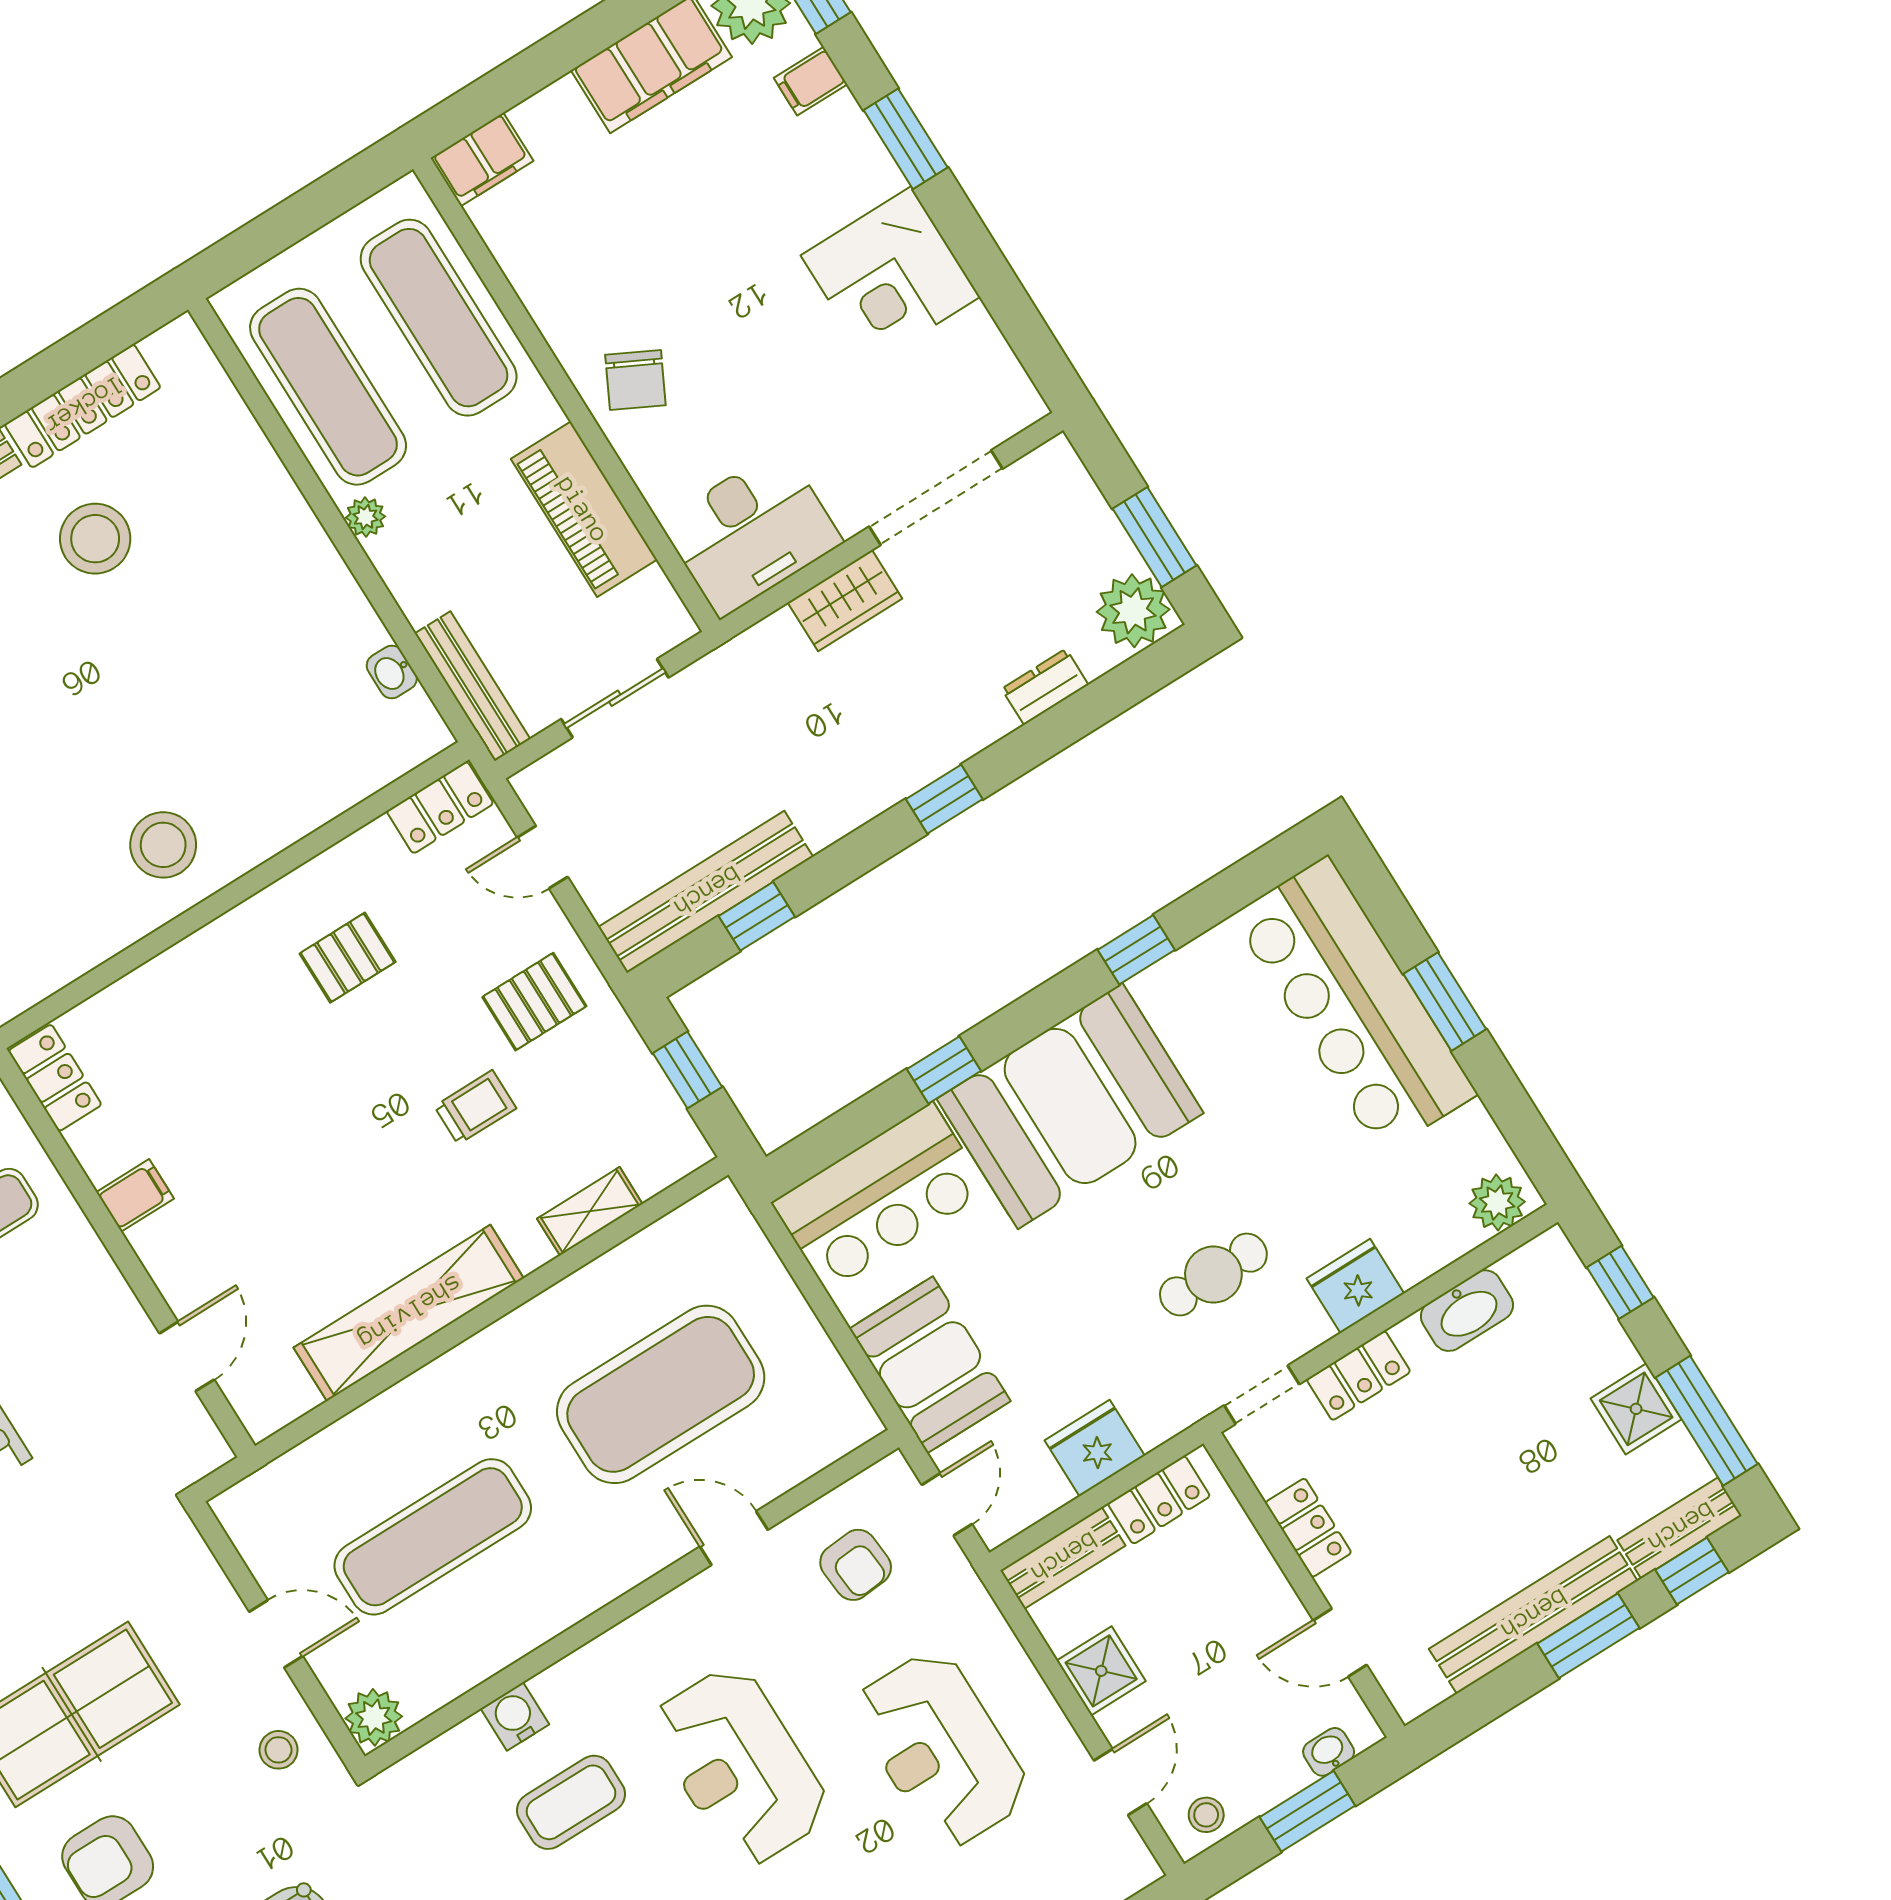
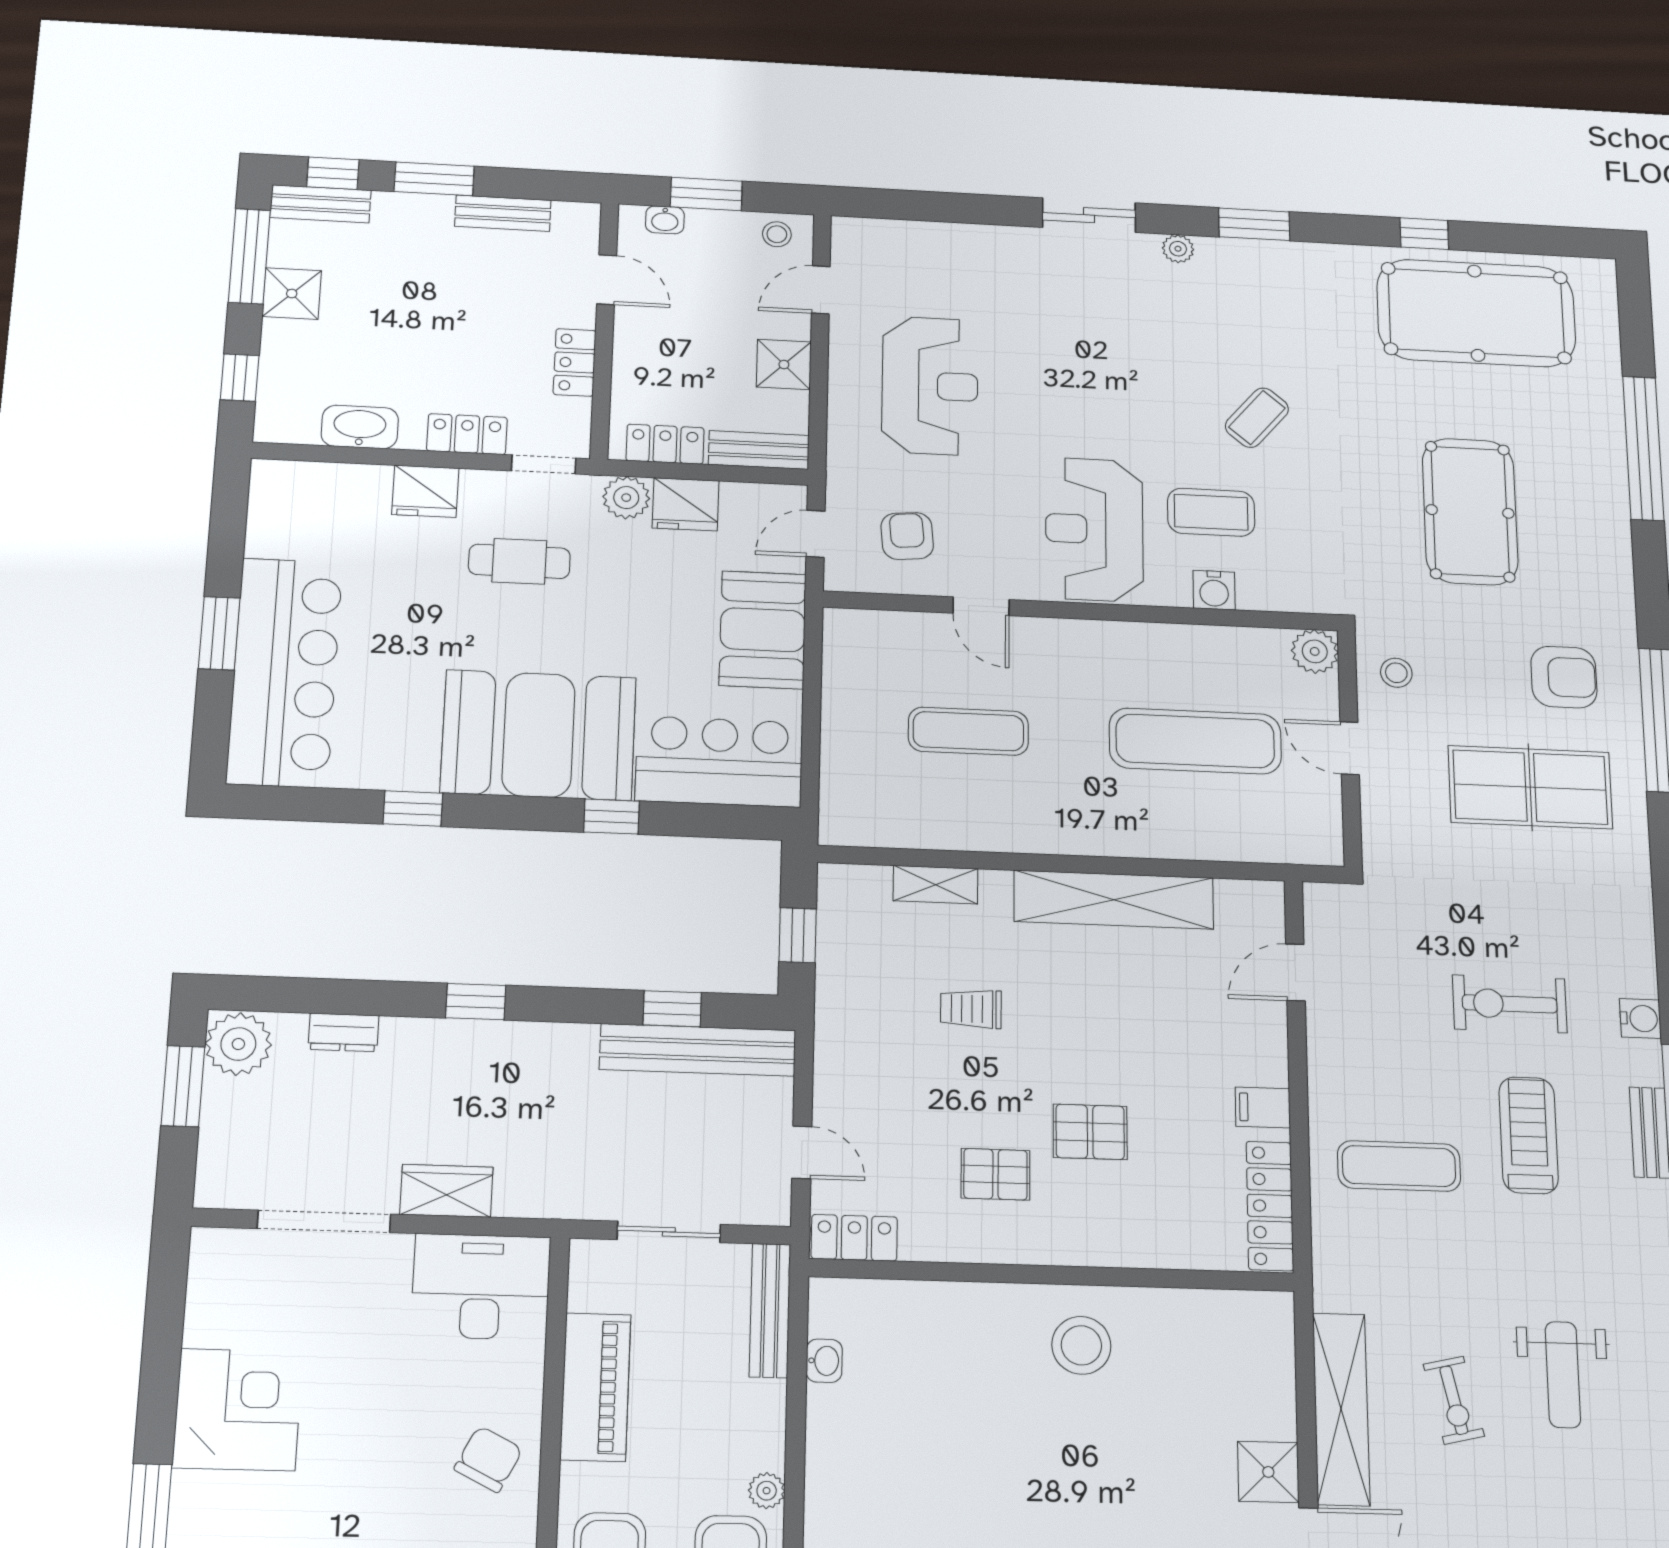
pallet: (534, 1002) -> (1090, 1132), moved
locker: (55, 1078) -> (1270, 1206), width x1.53
plant: (1497, 1202) -> (626, 498), moved
exercise mat: (661, 1394) -> (968, 731), width x0.50, depth x0.69
bench: (1533, 1615) -> (503, 213), width x0.54, depth x0.82
reception desk: (740, 1766) -> (1094, 529), moved, turned 180

